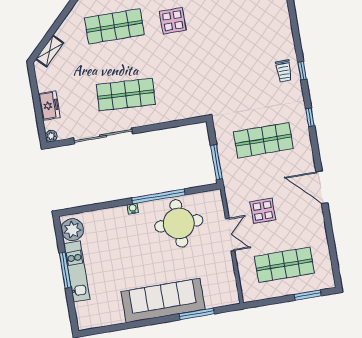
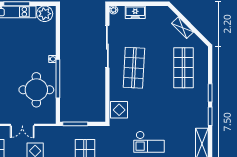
display table: (173, 21) -> (119, 110), moved
shelving: (50, 51) -> (182, 28), moved
checkout: (224, 57) -> (149, 142), added

